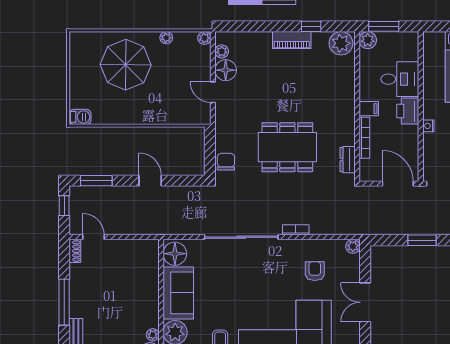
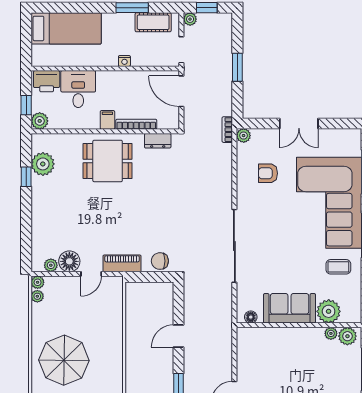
window: (384, 26) -> (26, 105), width x0.67
plant: (166, 38) -> (37, 296), moved
piano: (292, 40) -> (122, 263), moved, turned -90
plant: (341, 43) -> (43, 164), moved
printer: (408, 111) -> (47, 81), moved
dining table: (287, 147) -> (108, 161), moved, width x0.73
door: (398, 184) -> (181, 91), hinge flipped
bookcase: (296, 230) -> (227, 130), moved
floor lamp: (175, 254) -> (251, 317), width x0.53, depth x0.53

